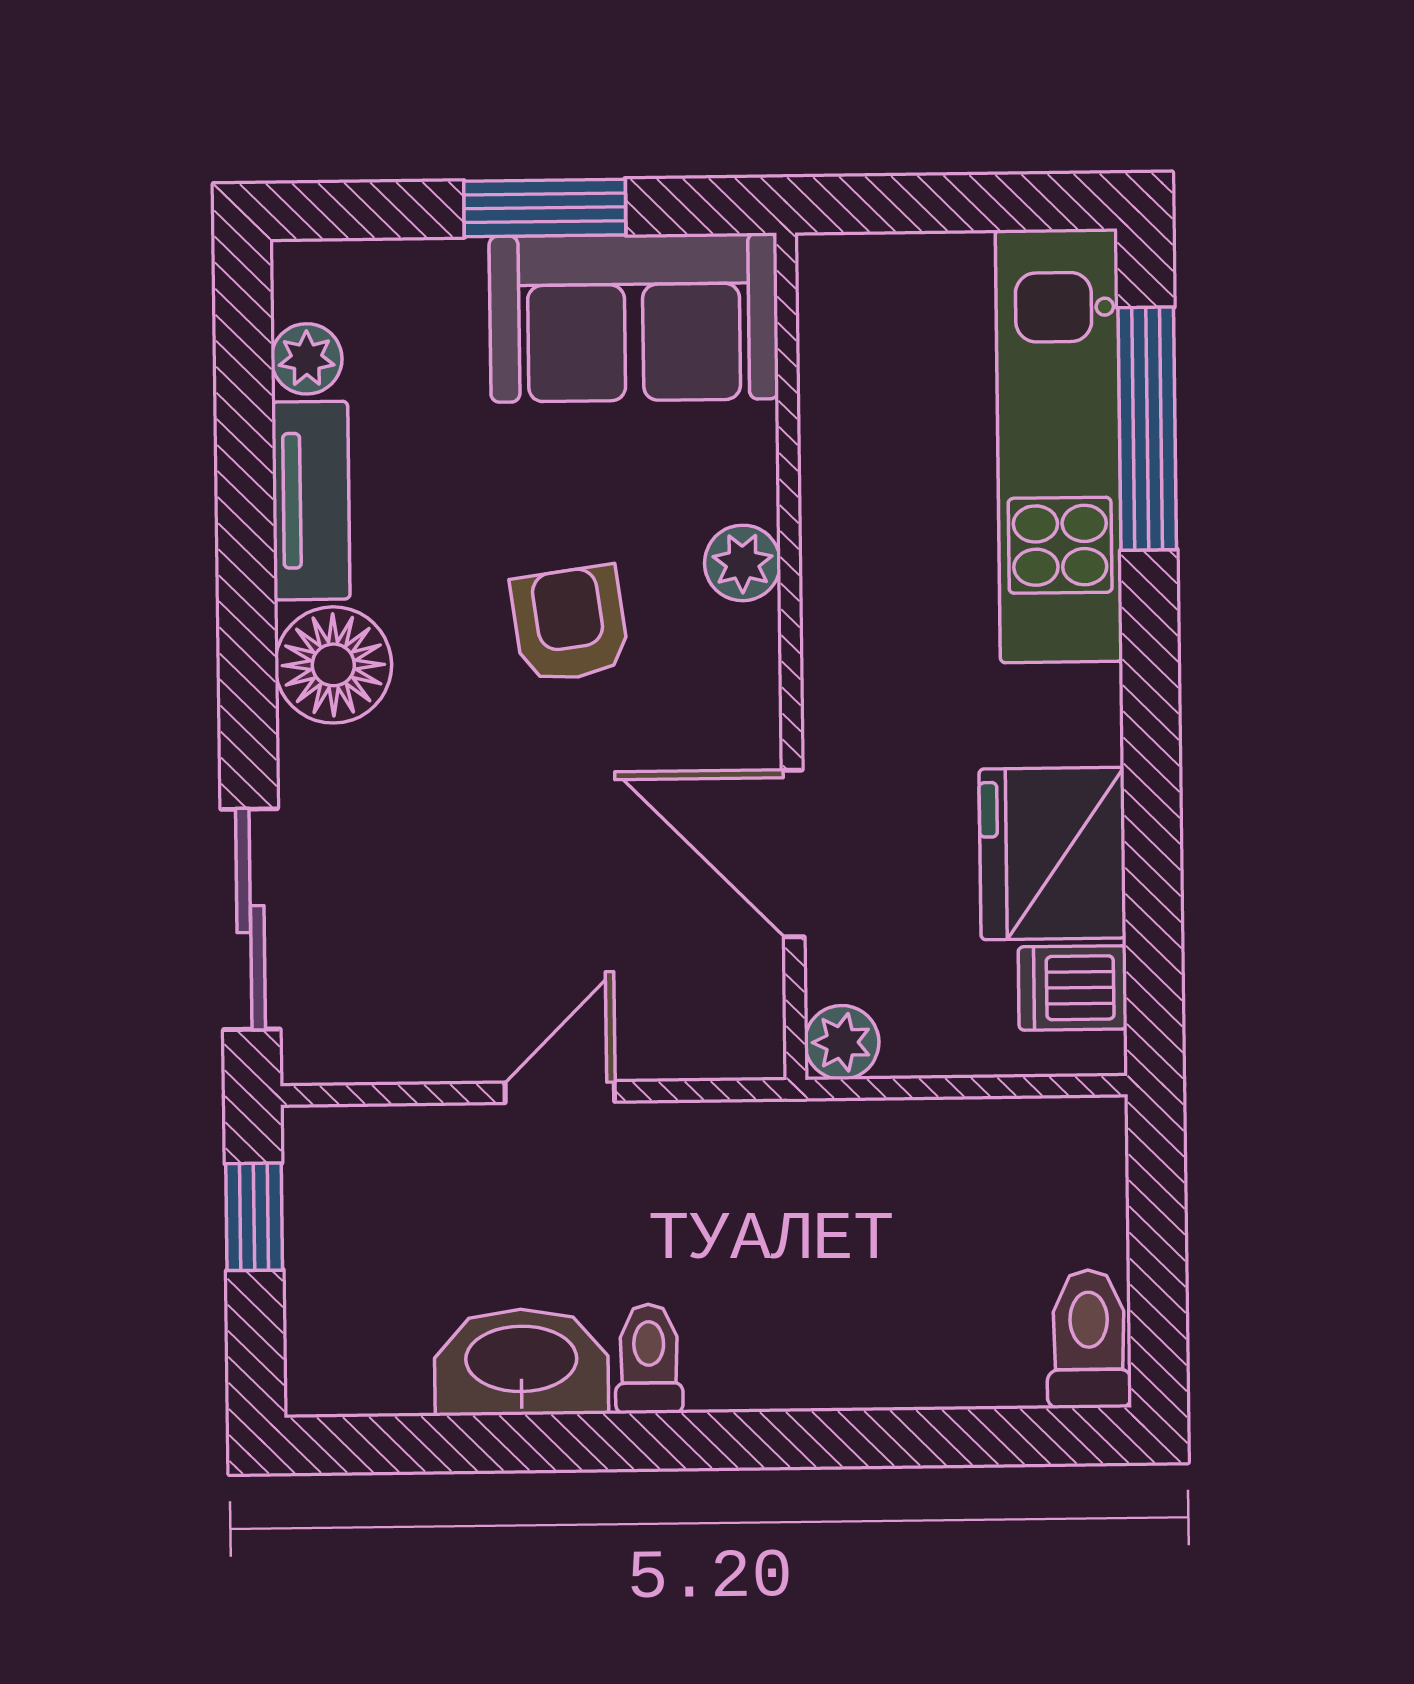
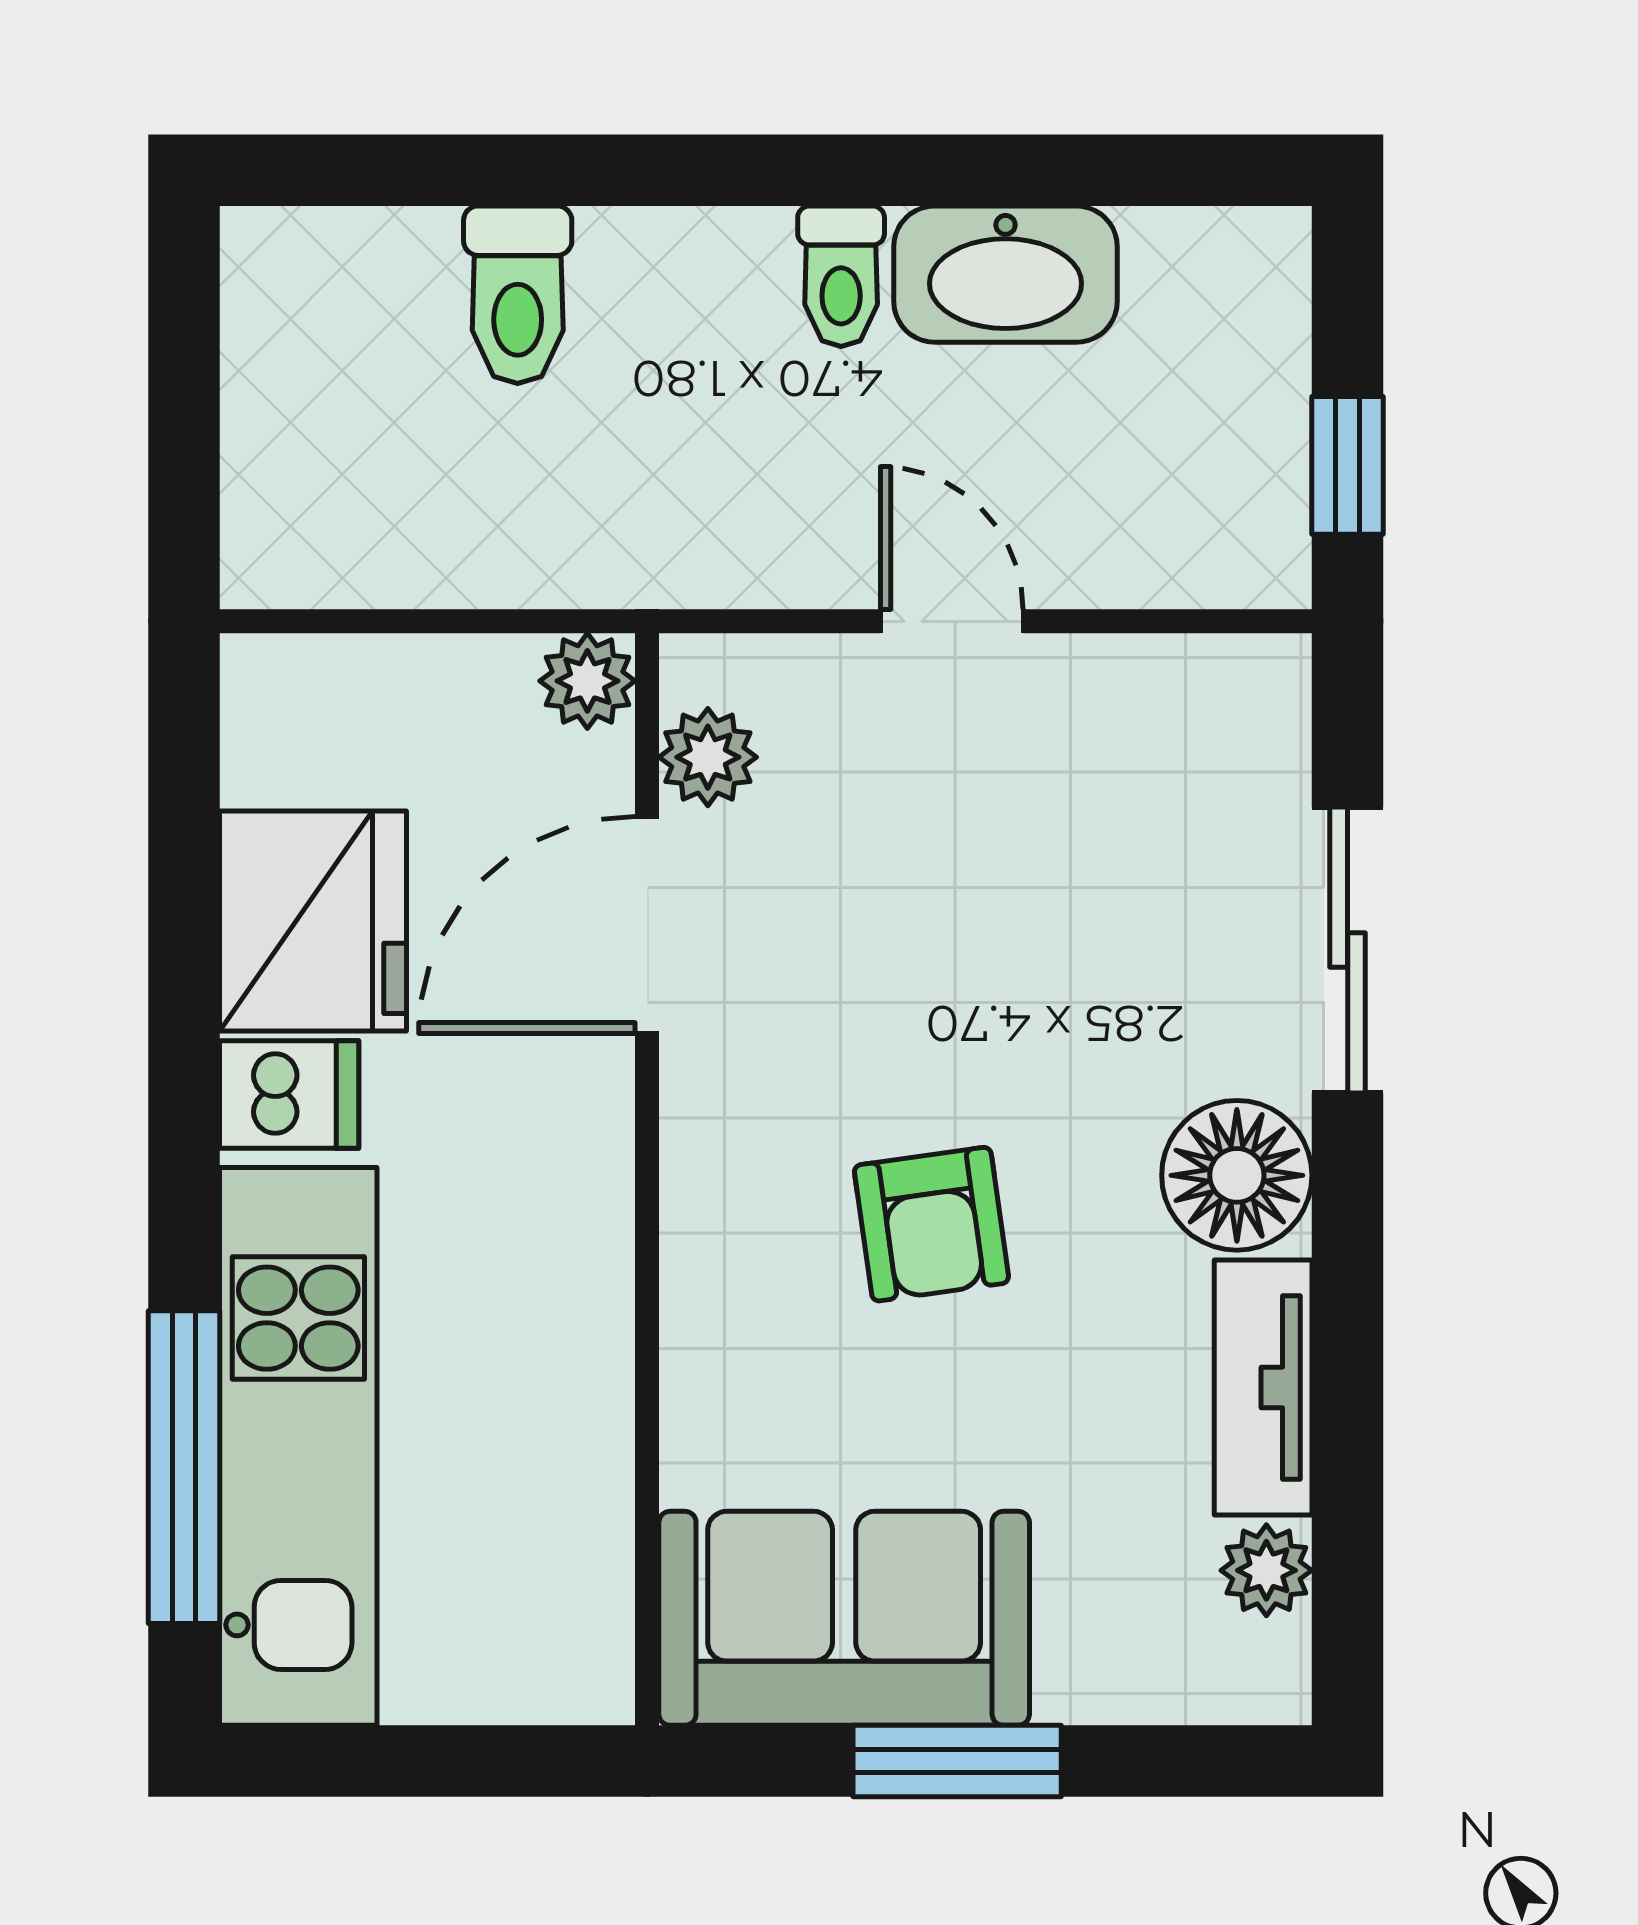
plant: (743, 563) -> (708, 757), moved
door: (793, 854) -> (647, 925), swing flipped
sliding door: (250, 919) -> (1348, 950), moved
dishwasher: (1073, 988) -> (289, 1095), moved
door: (560, 1092) -> (952, 621), swing flipped
toilet: (1089, 1339) -> (518, 295), moved

